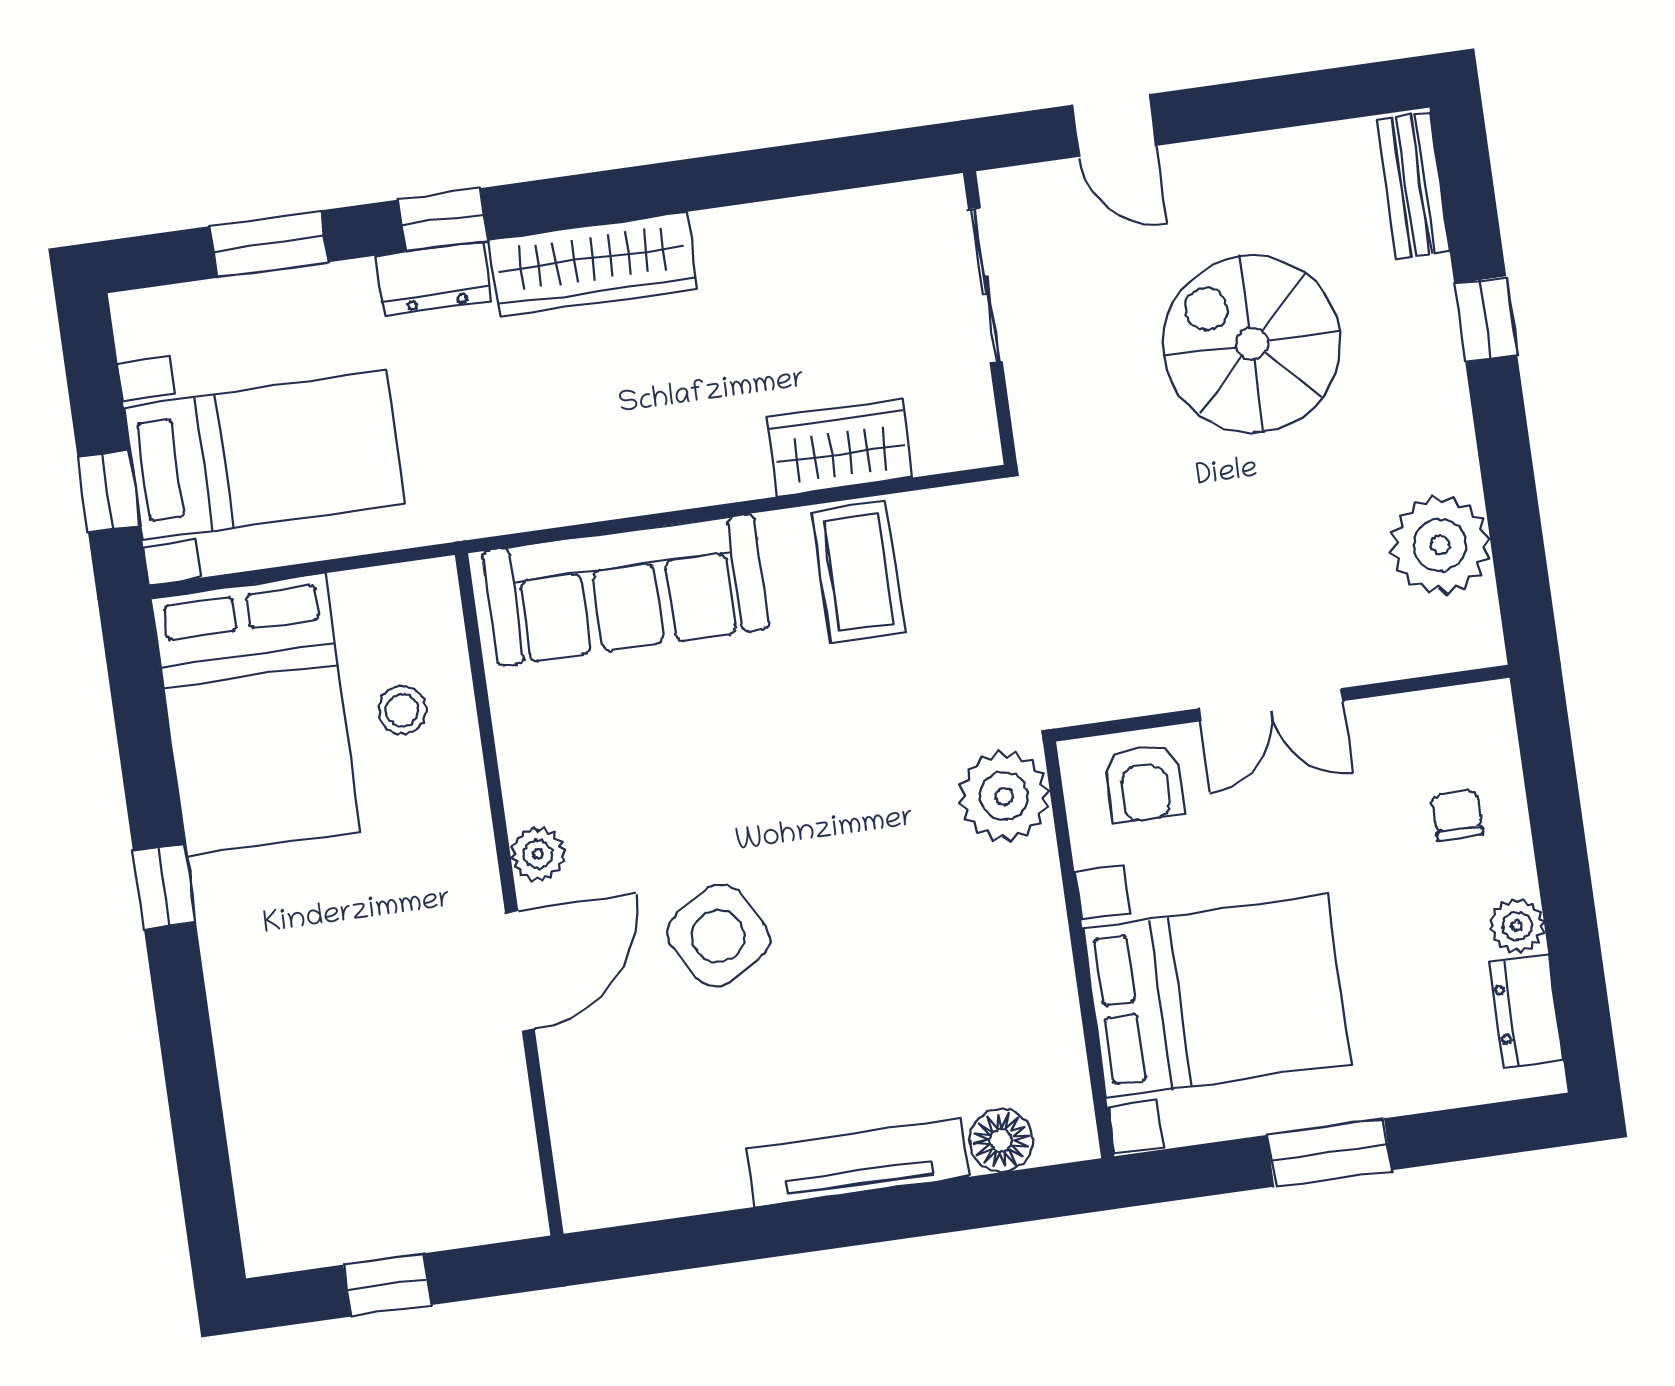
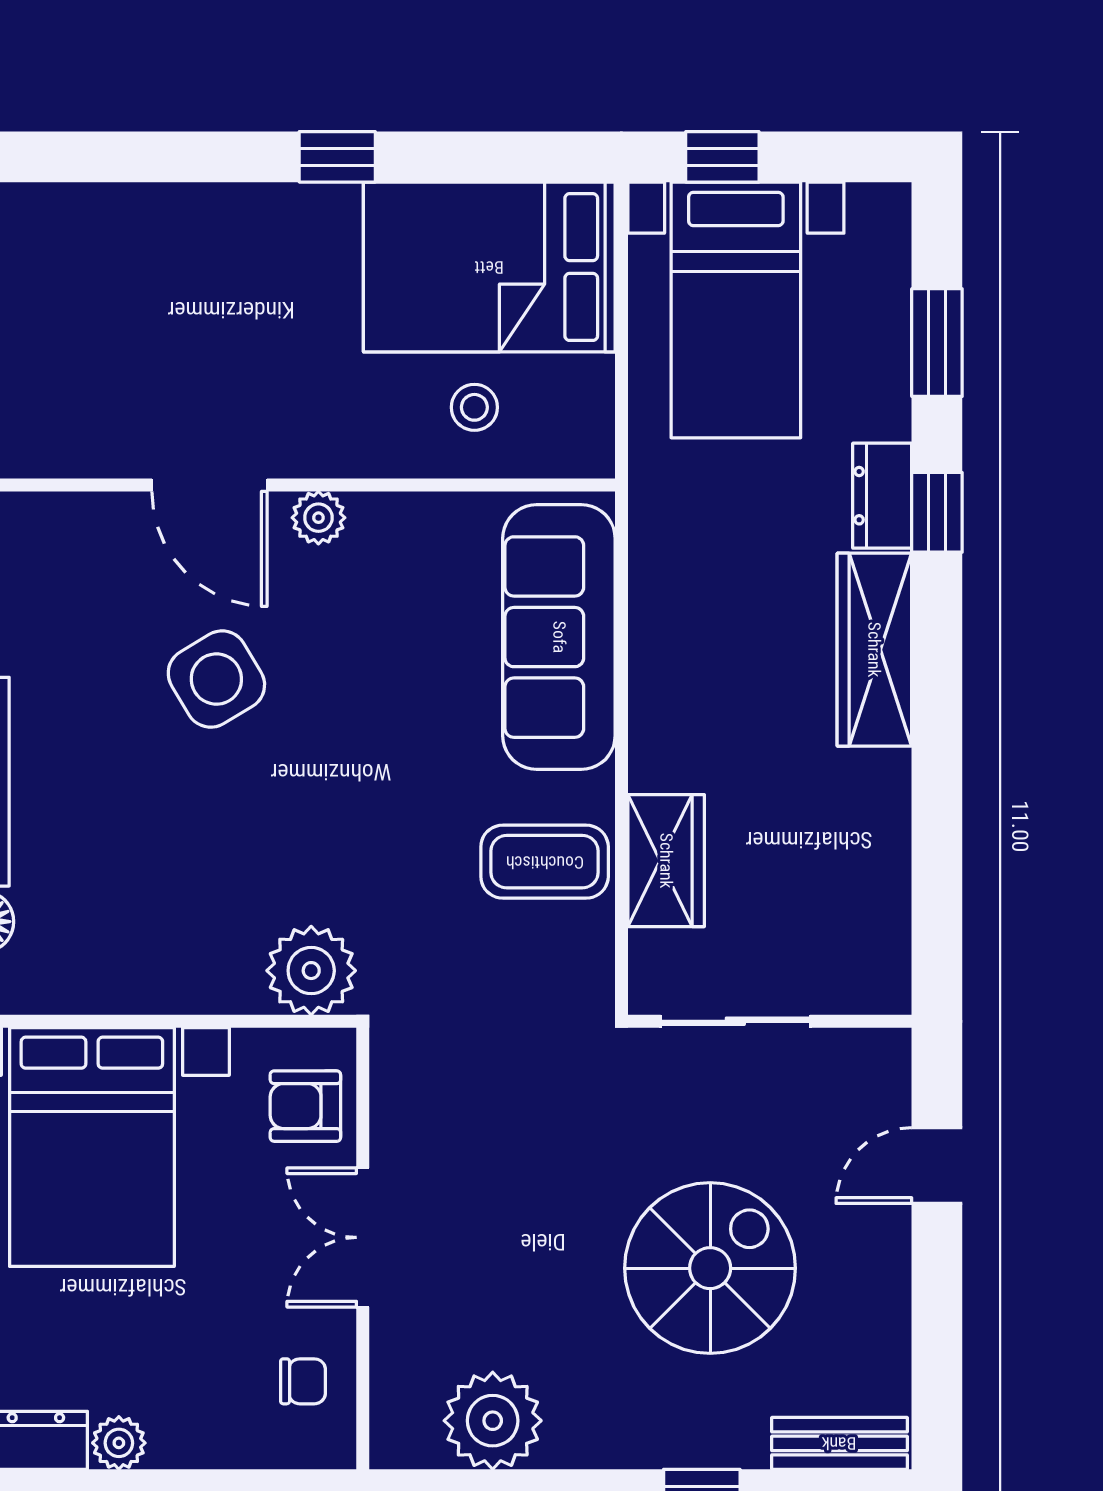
sliding door: (985, 285) -> (735, 1021), moved
chair: (1457, 815) -> (303, 1381), moved

